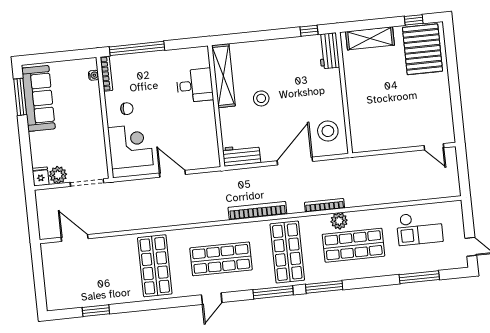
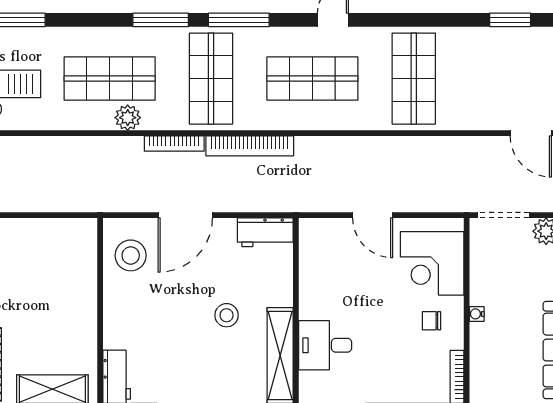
water cooler: (94, 75) -> (477, 314), moved
bookcase: (325, 205) -> (174, 144), moved

